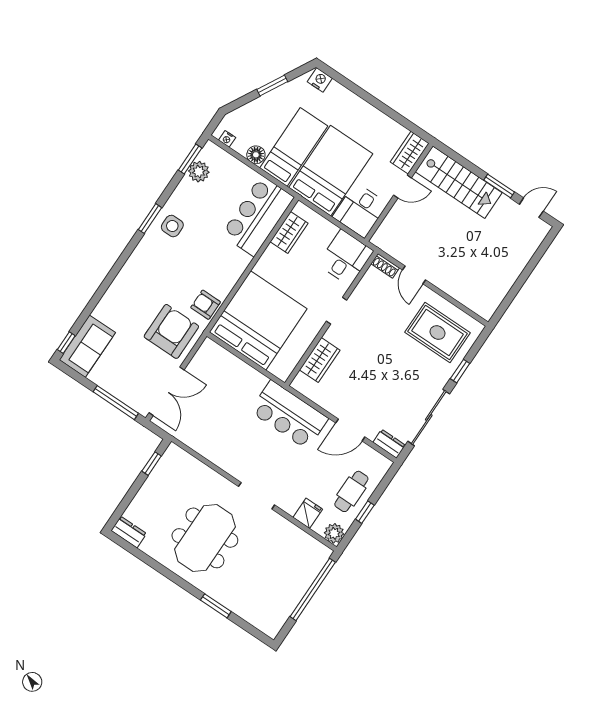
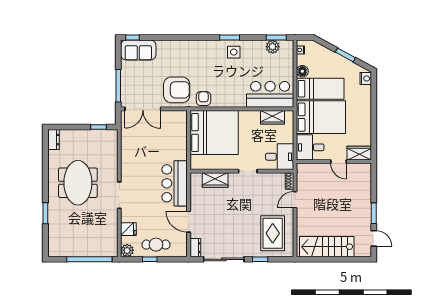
stairs: (459, 182) -> (327, 247), moved, turned 90
meeting table: (205, 538) -> (78, 183), turned 90

